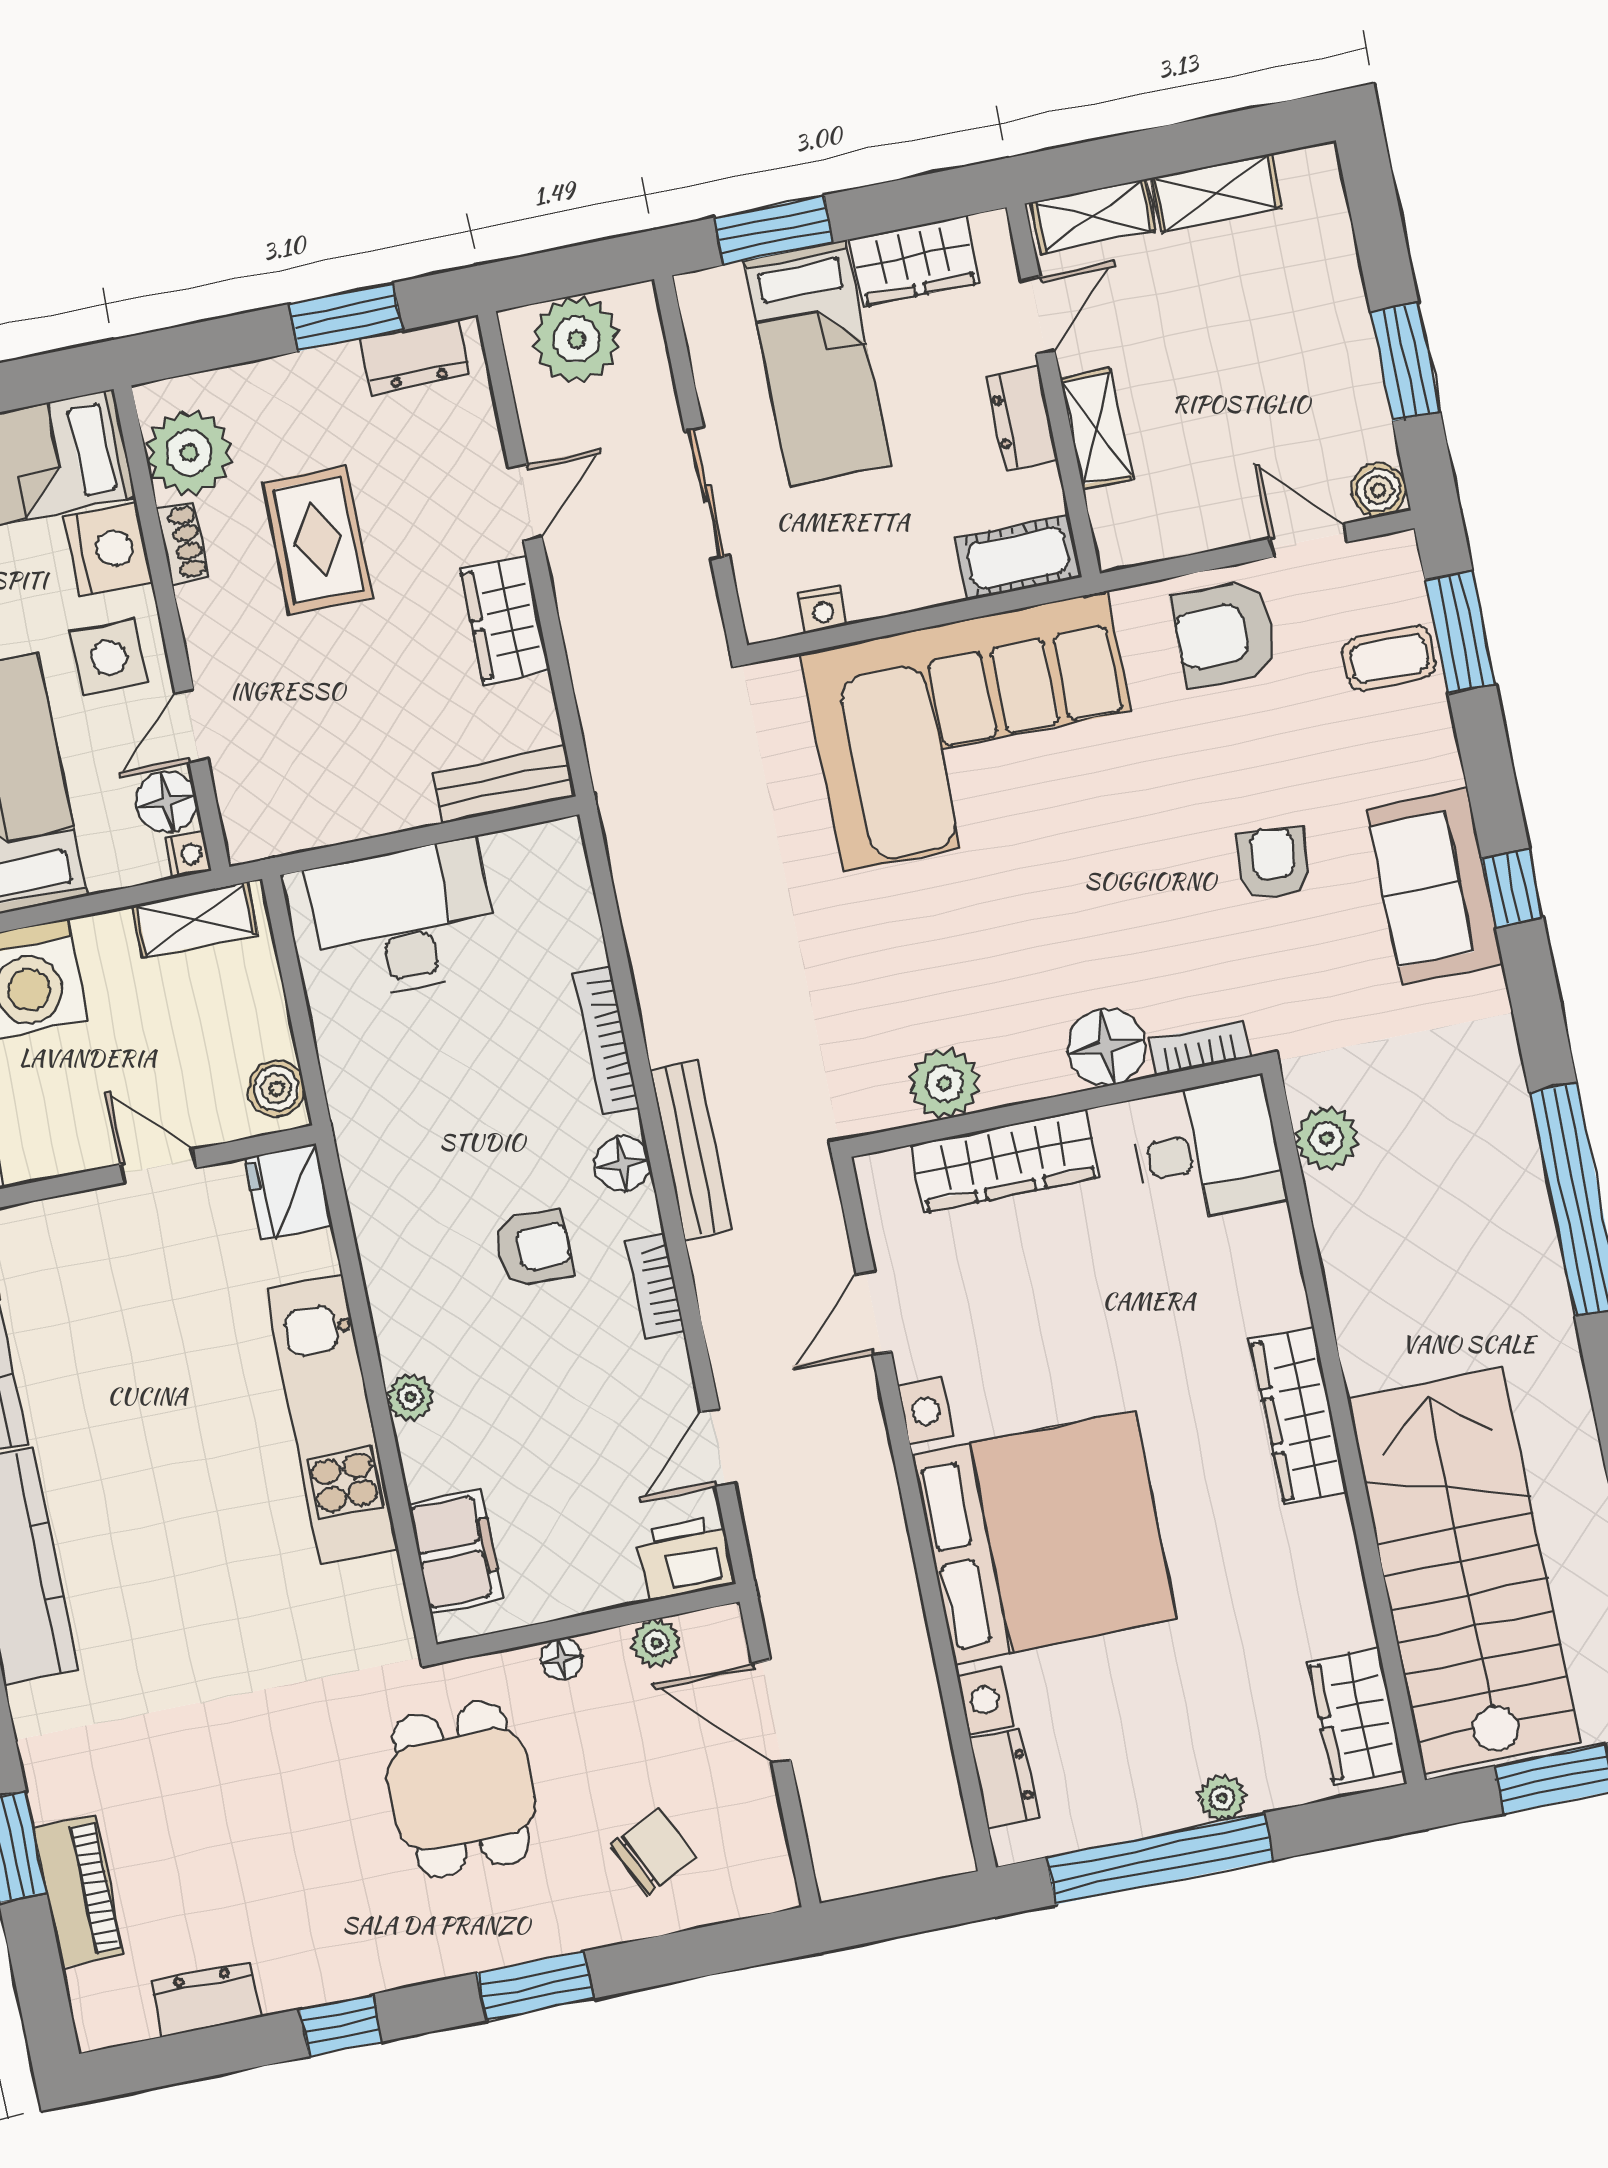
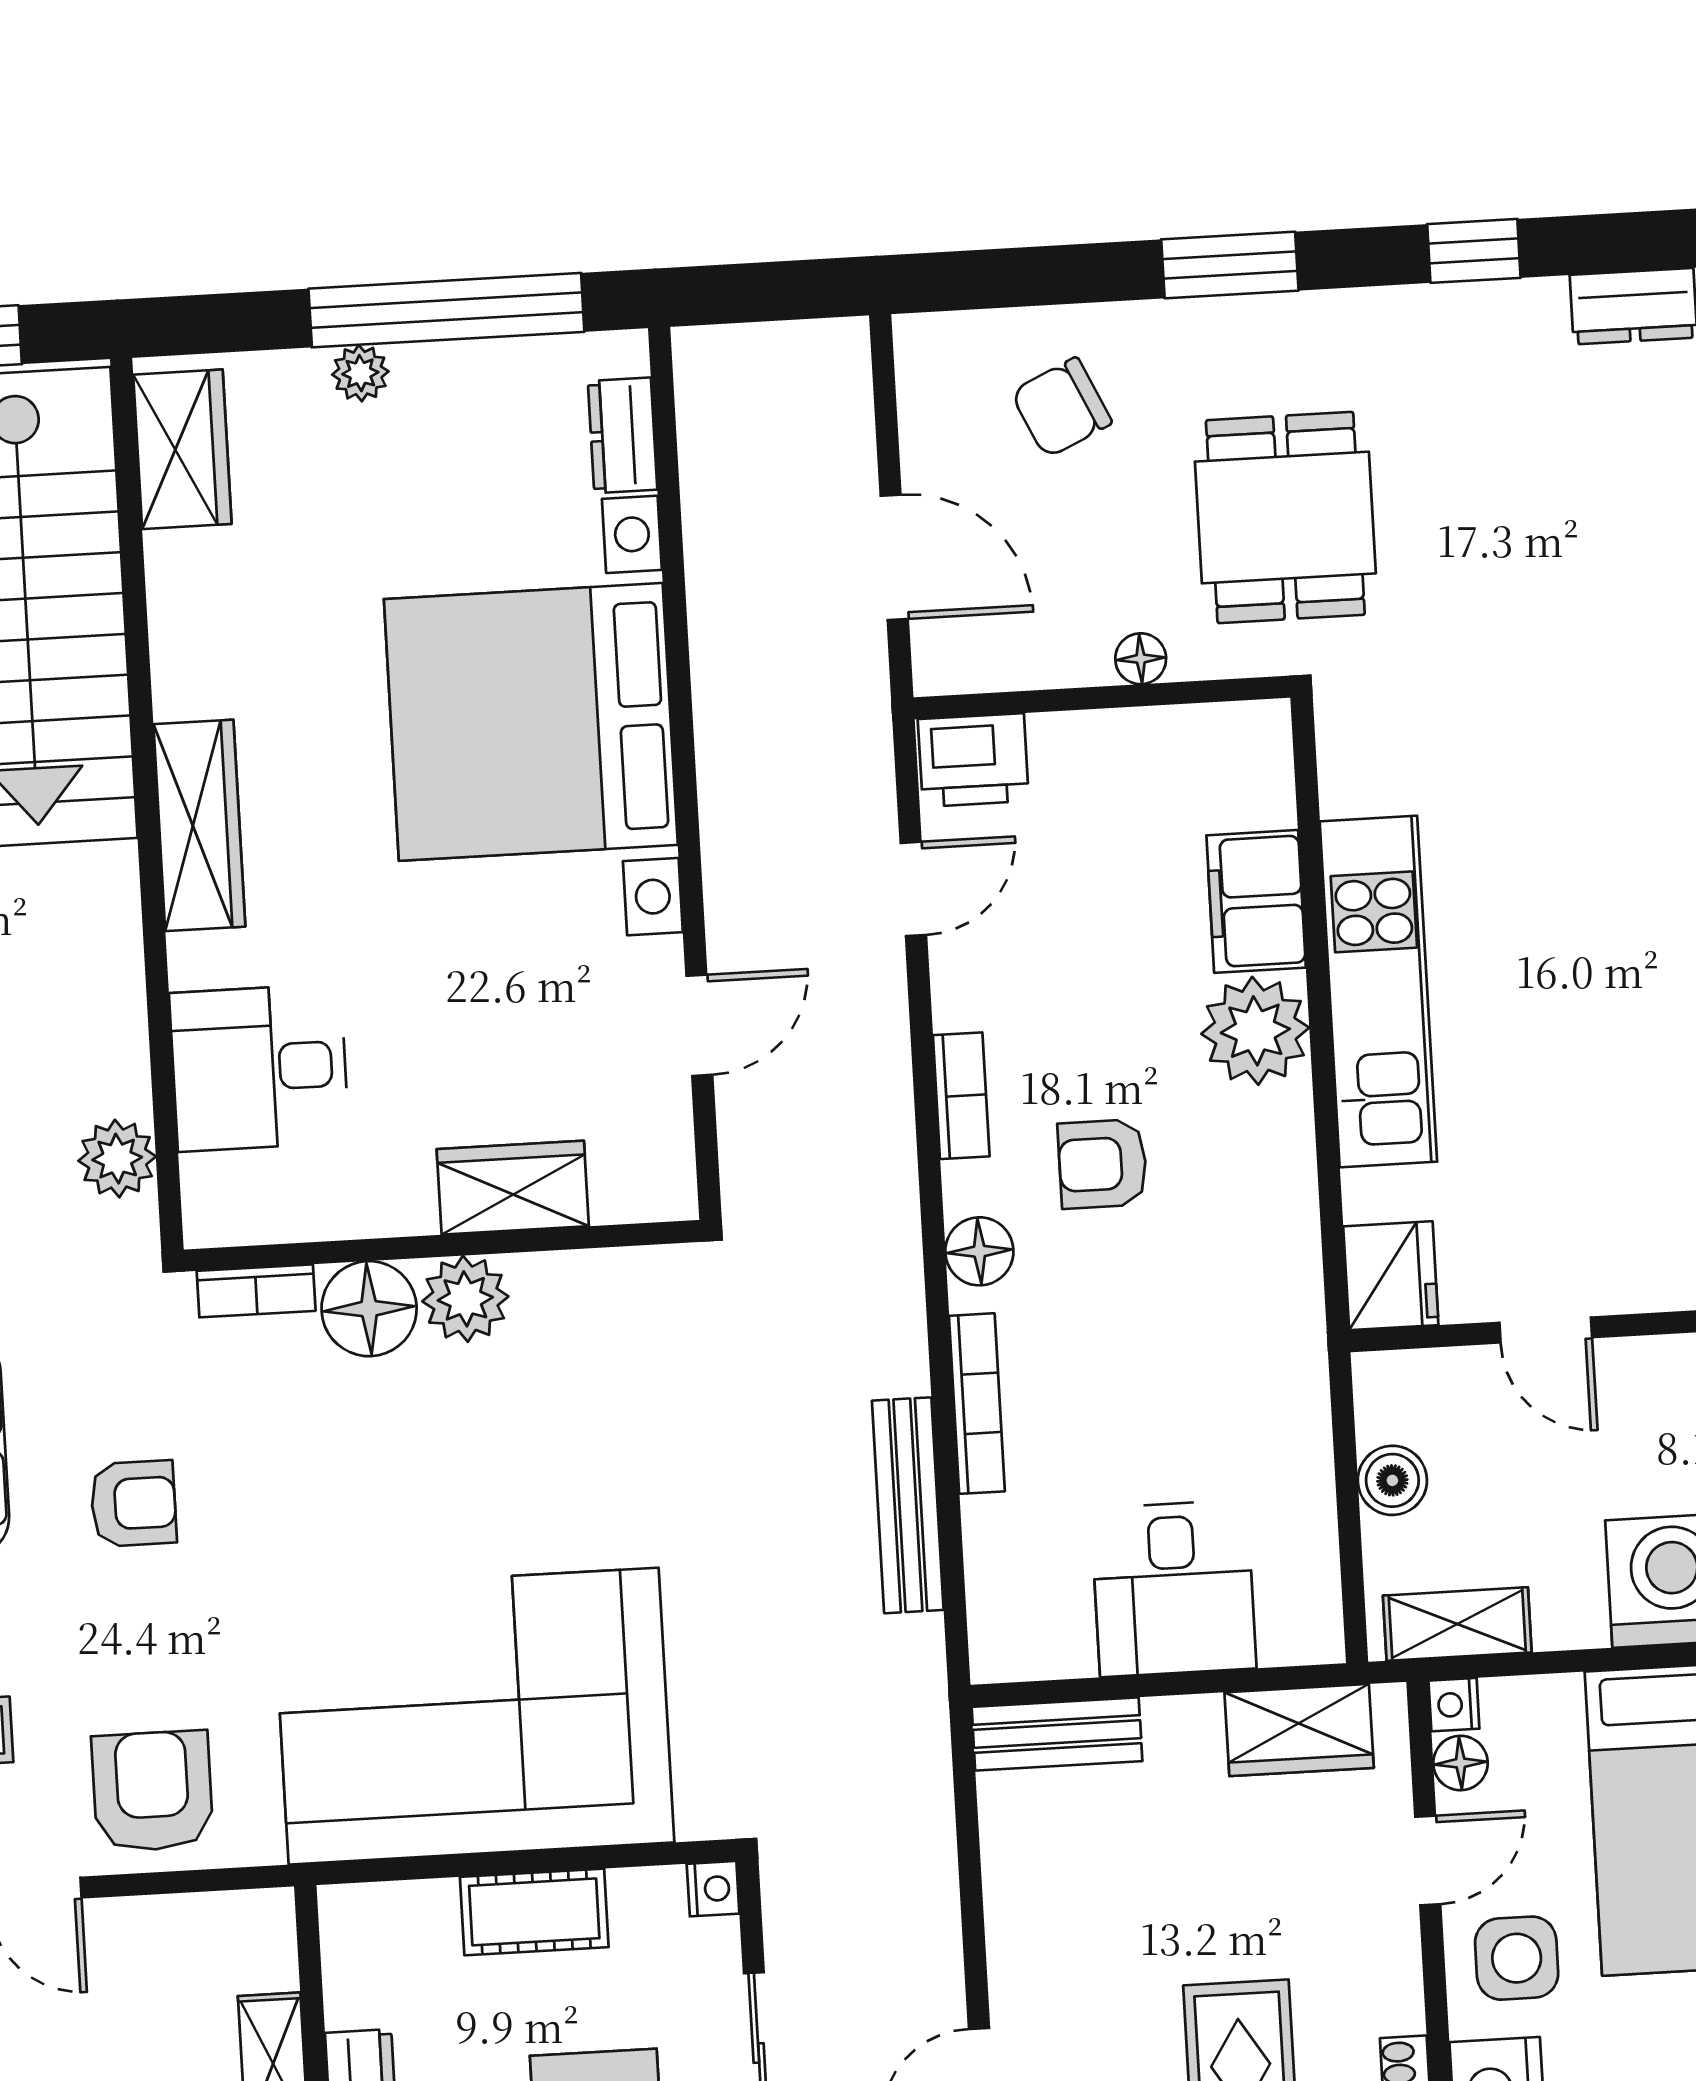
cot: (1018, 558) -> (534, 1912), moved
nightstand: (823, 609) -> (713, 1889), moved, turned 90
wardrobe: (505, 620) -> (1299, 1730), moved, turned 90
armchair: (1225, 634) -> (152, 1791), turned -90
floor lamp: (167, 802) -> (1460, 1763), width x0.73, depth x0.73
armchair: (1273, 863) -> (133, 1503), turned -96
desk: (404, 920) -> (1174, 1588), width x0.73
plant: (945, 1083) -> (465, 1299), moved
boiler: (276, 1088) -> (1392, 1480), moved
bench: (691, 1150) -> (908, 1505), moved
desk: (1207, 1150) -> (259, 1068), moved
wardrobe: (1005, 1161) -> (513, 1188), width x0.67
plant: (410, 1397) -> (1255, 1031), width x1.88, depth x1.88
filing cabinet: (456, 1551) -> (1256, 901), moved
plant: (656, 1643) -> (1022, 662), removed

